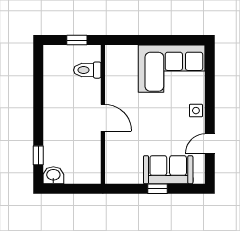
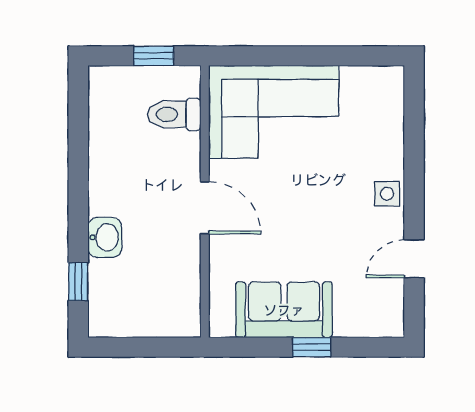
corner sofa: (172, 69) -> (274, 112), moved
sofa: (168, 170) -> (284, 310), moved
washbasin: (53, 175) -> (105, 237), moved, turned 90

